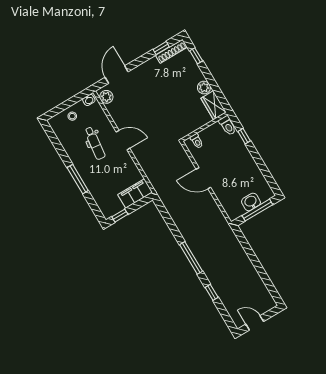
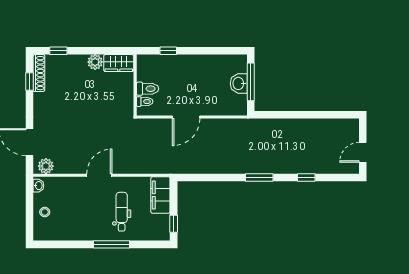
toilet: (227, 125) -> (148, 89), moved
dental chair: (95, 143) -> (122, 212), moved, turned -97
window: (191, 258) -> (259, 177), width x0.69

